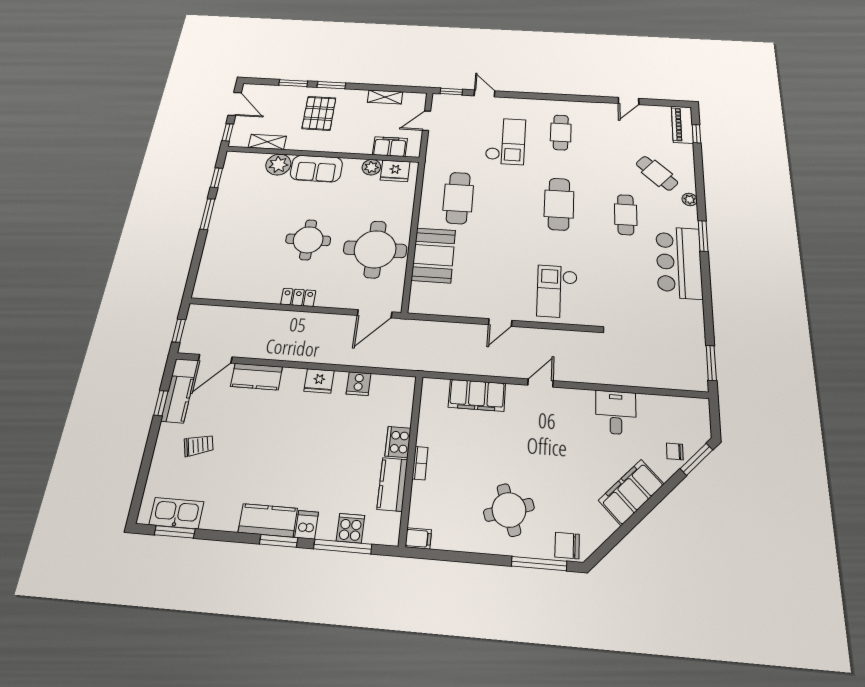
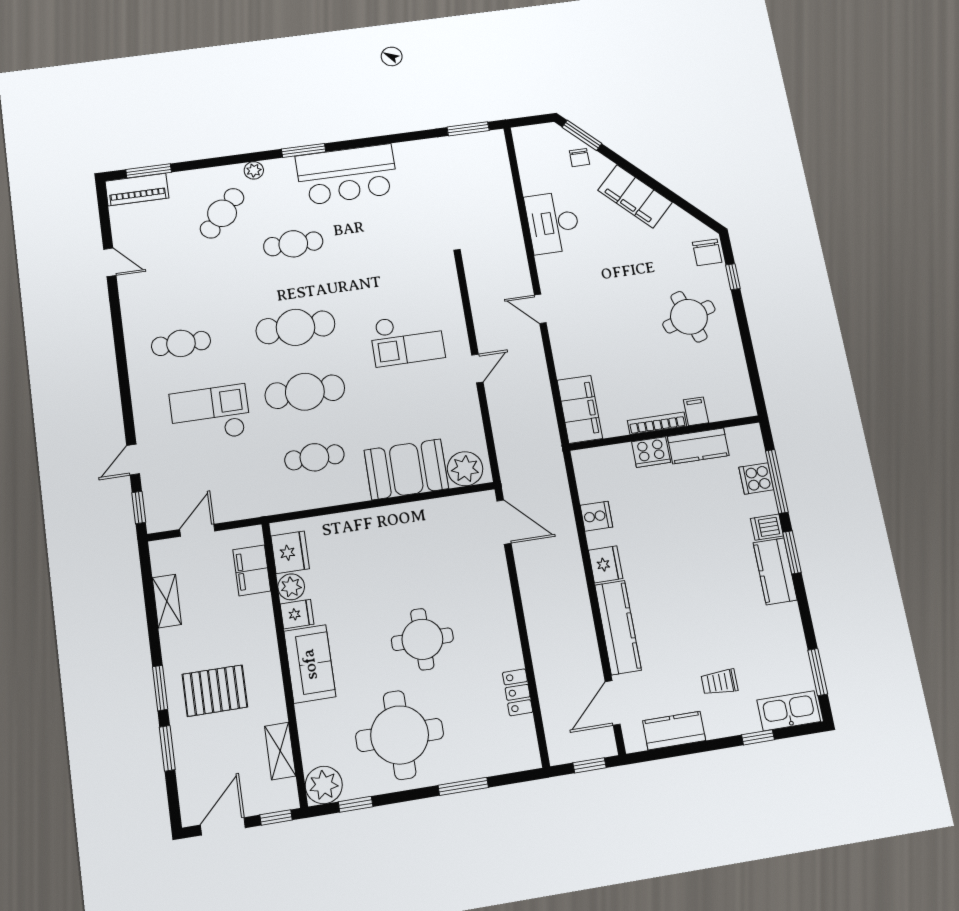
door: (427, 121) -> (197, 530), swing flipped
window: (696, 134) -> (149, 171), width x1.50
plant: (278, 165) -> (324, 785), moved
fridge: (352, 167) -> (297, 614), added
cafe table: (458, 198) -> (314, 457), width x0.73, depth x0.74
cafe table: (508, 201) -> (305, 392), added
window: (208, 214) -> (463, 786), moved
round table: (375, 249) -> (400, 735), moved
checkout: (557, 291) -> (407, 339), moved
plant: (423, 296) -> (465, 469), added
locker: (298, 297) -> (518, 692), moved
door: (500, 322) -> (477, 368), hinge flipped
door: (215, 359) -> (613, 703), swing flipped
kitchen counter: (257, 377) -> (618, 627), width x1.50
filing cabinet: (477, 395) -> (580, 409), moved
window: (161, 403) -> (758, 737), moved
desk: (616, 412) -> (553, 223), width x1.37
trolley: (199, 445) -> (719, 682), turned -75
bookcase: (420, 463) -> (657, 423), width x1.56
kitchen sink: (176, 513) -> (789, 711), moved, turned 90
filing cabinet: (418, 538) -> (696, 411), moved
window: (539, 564) -> (733, 277), width x0.46

